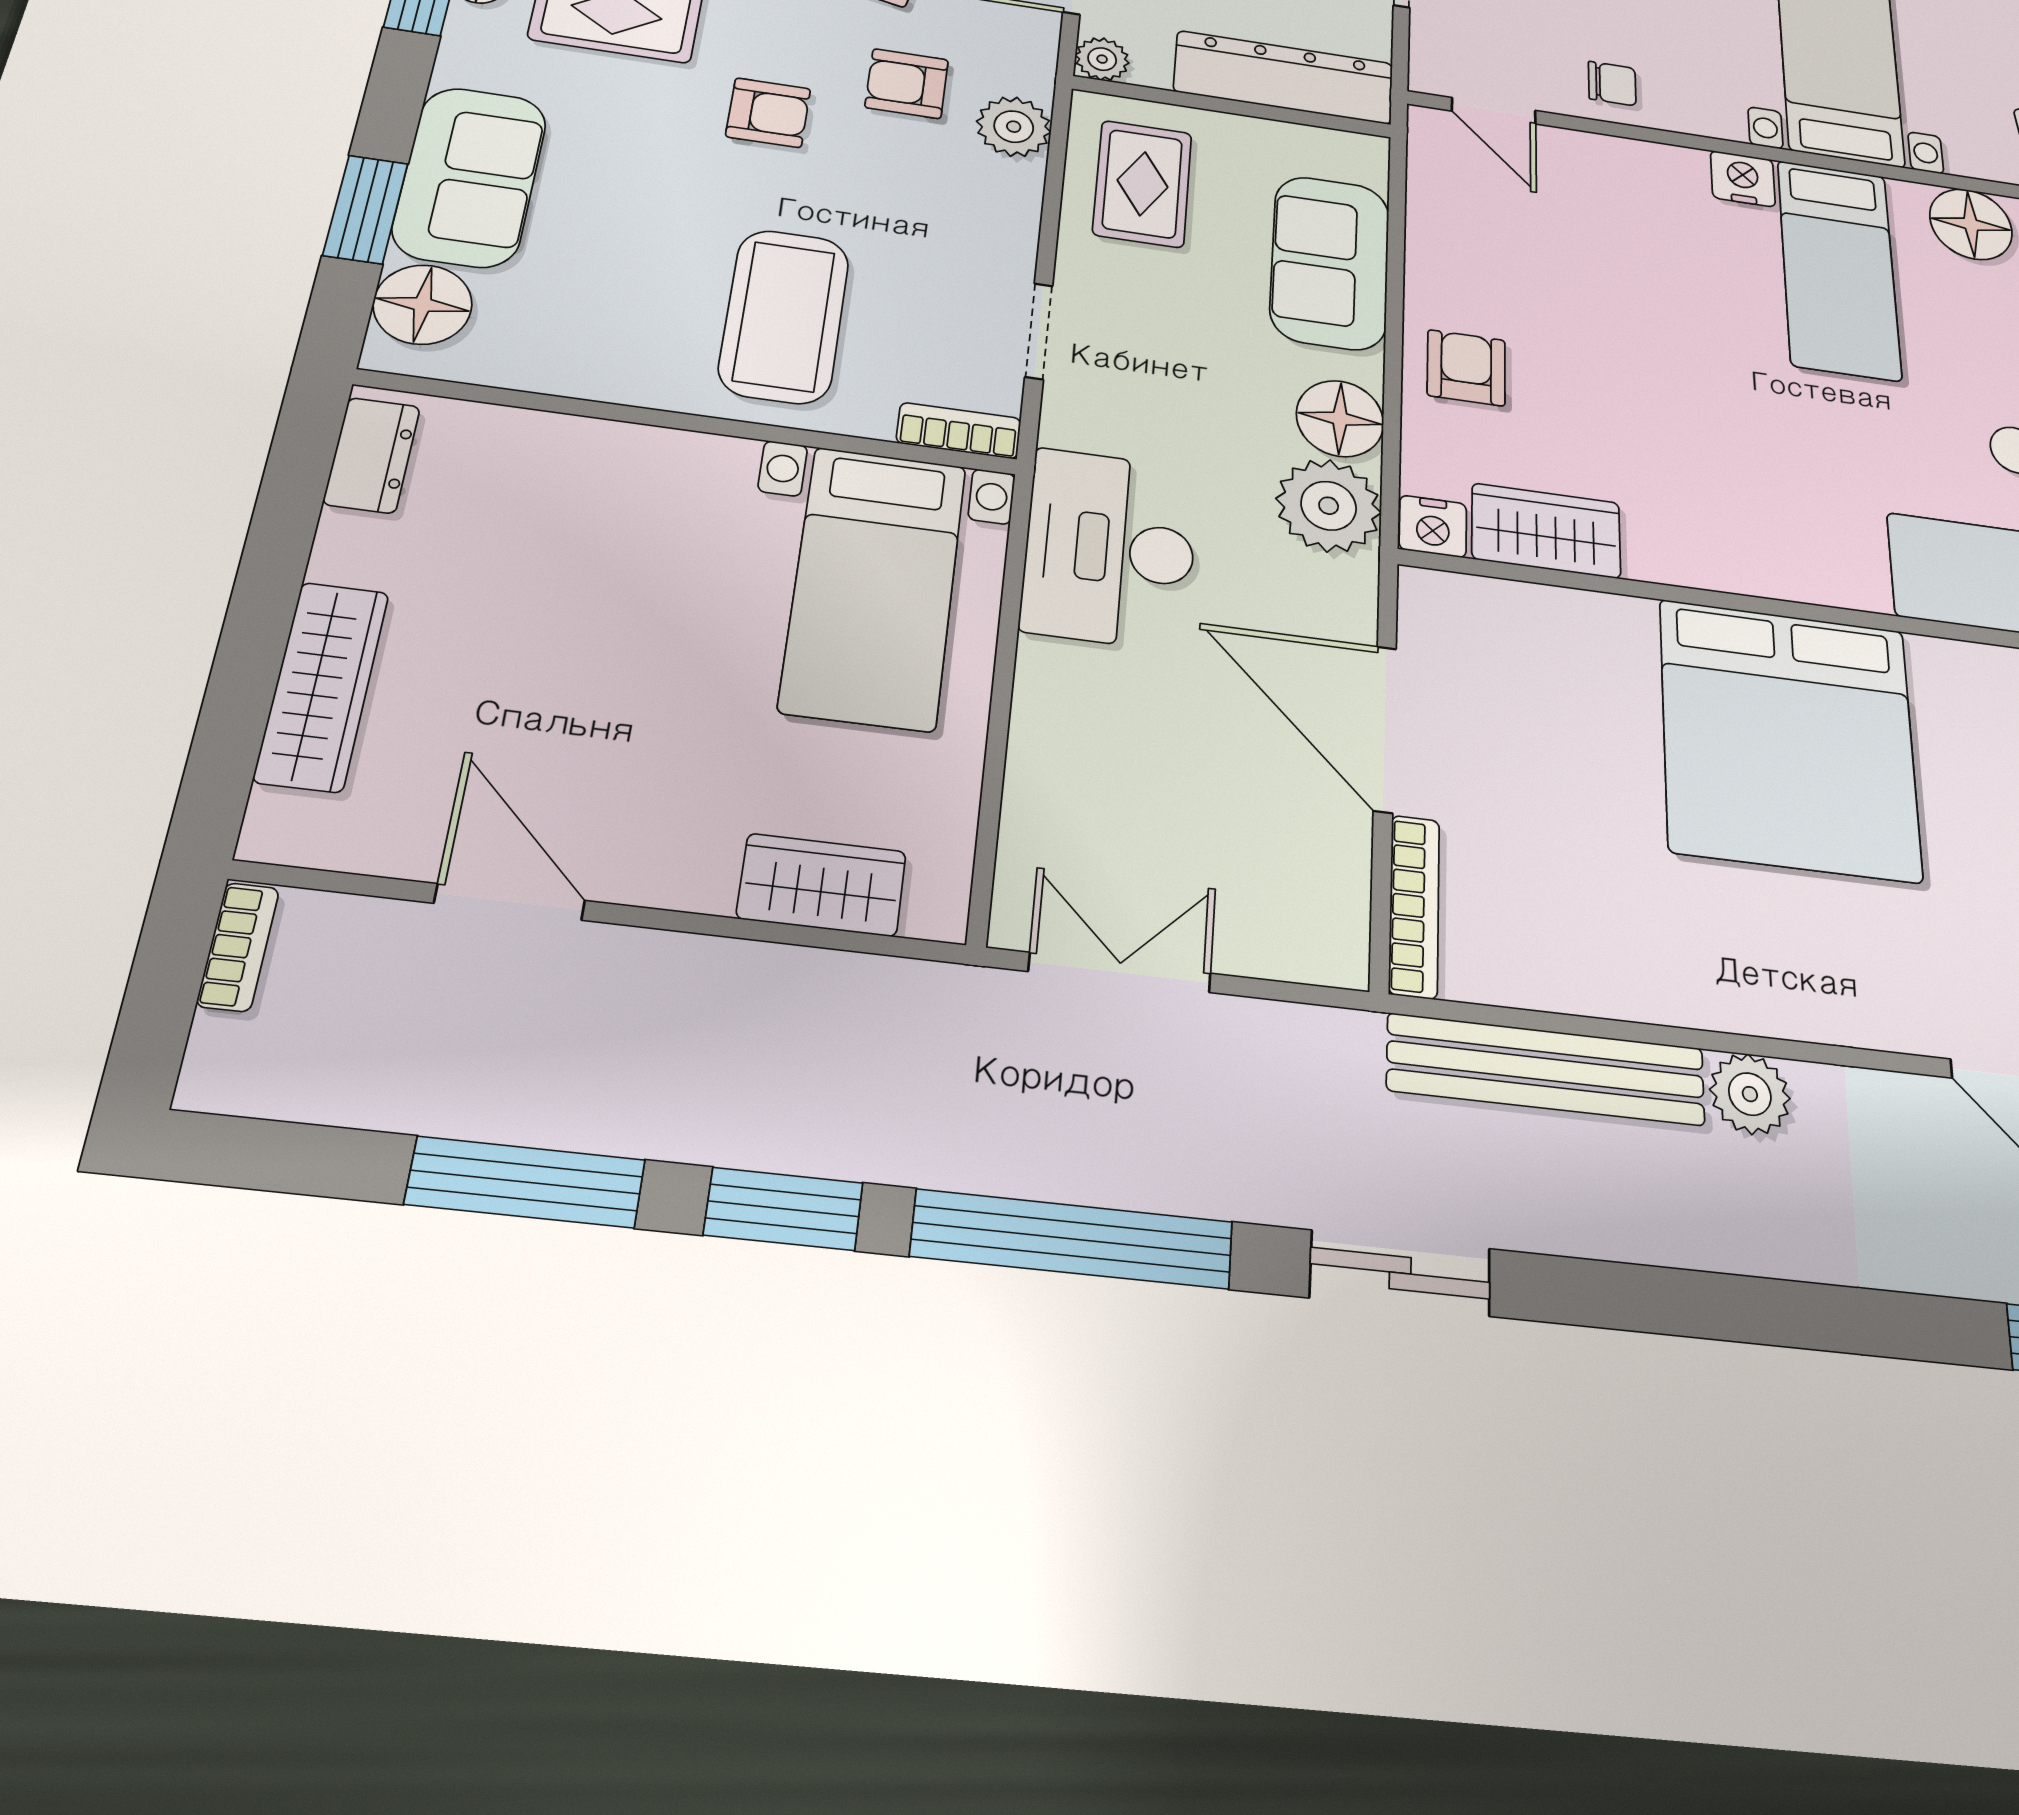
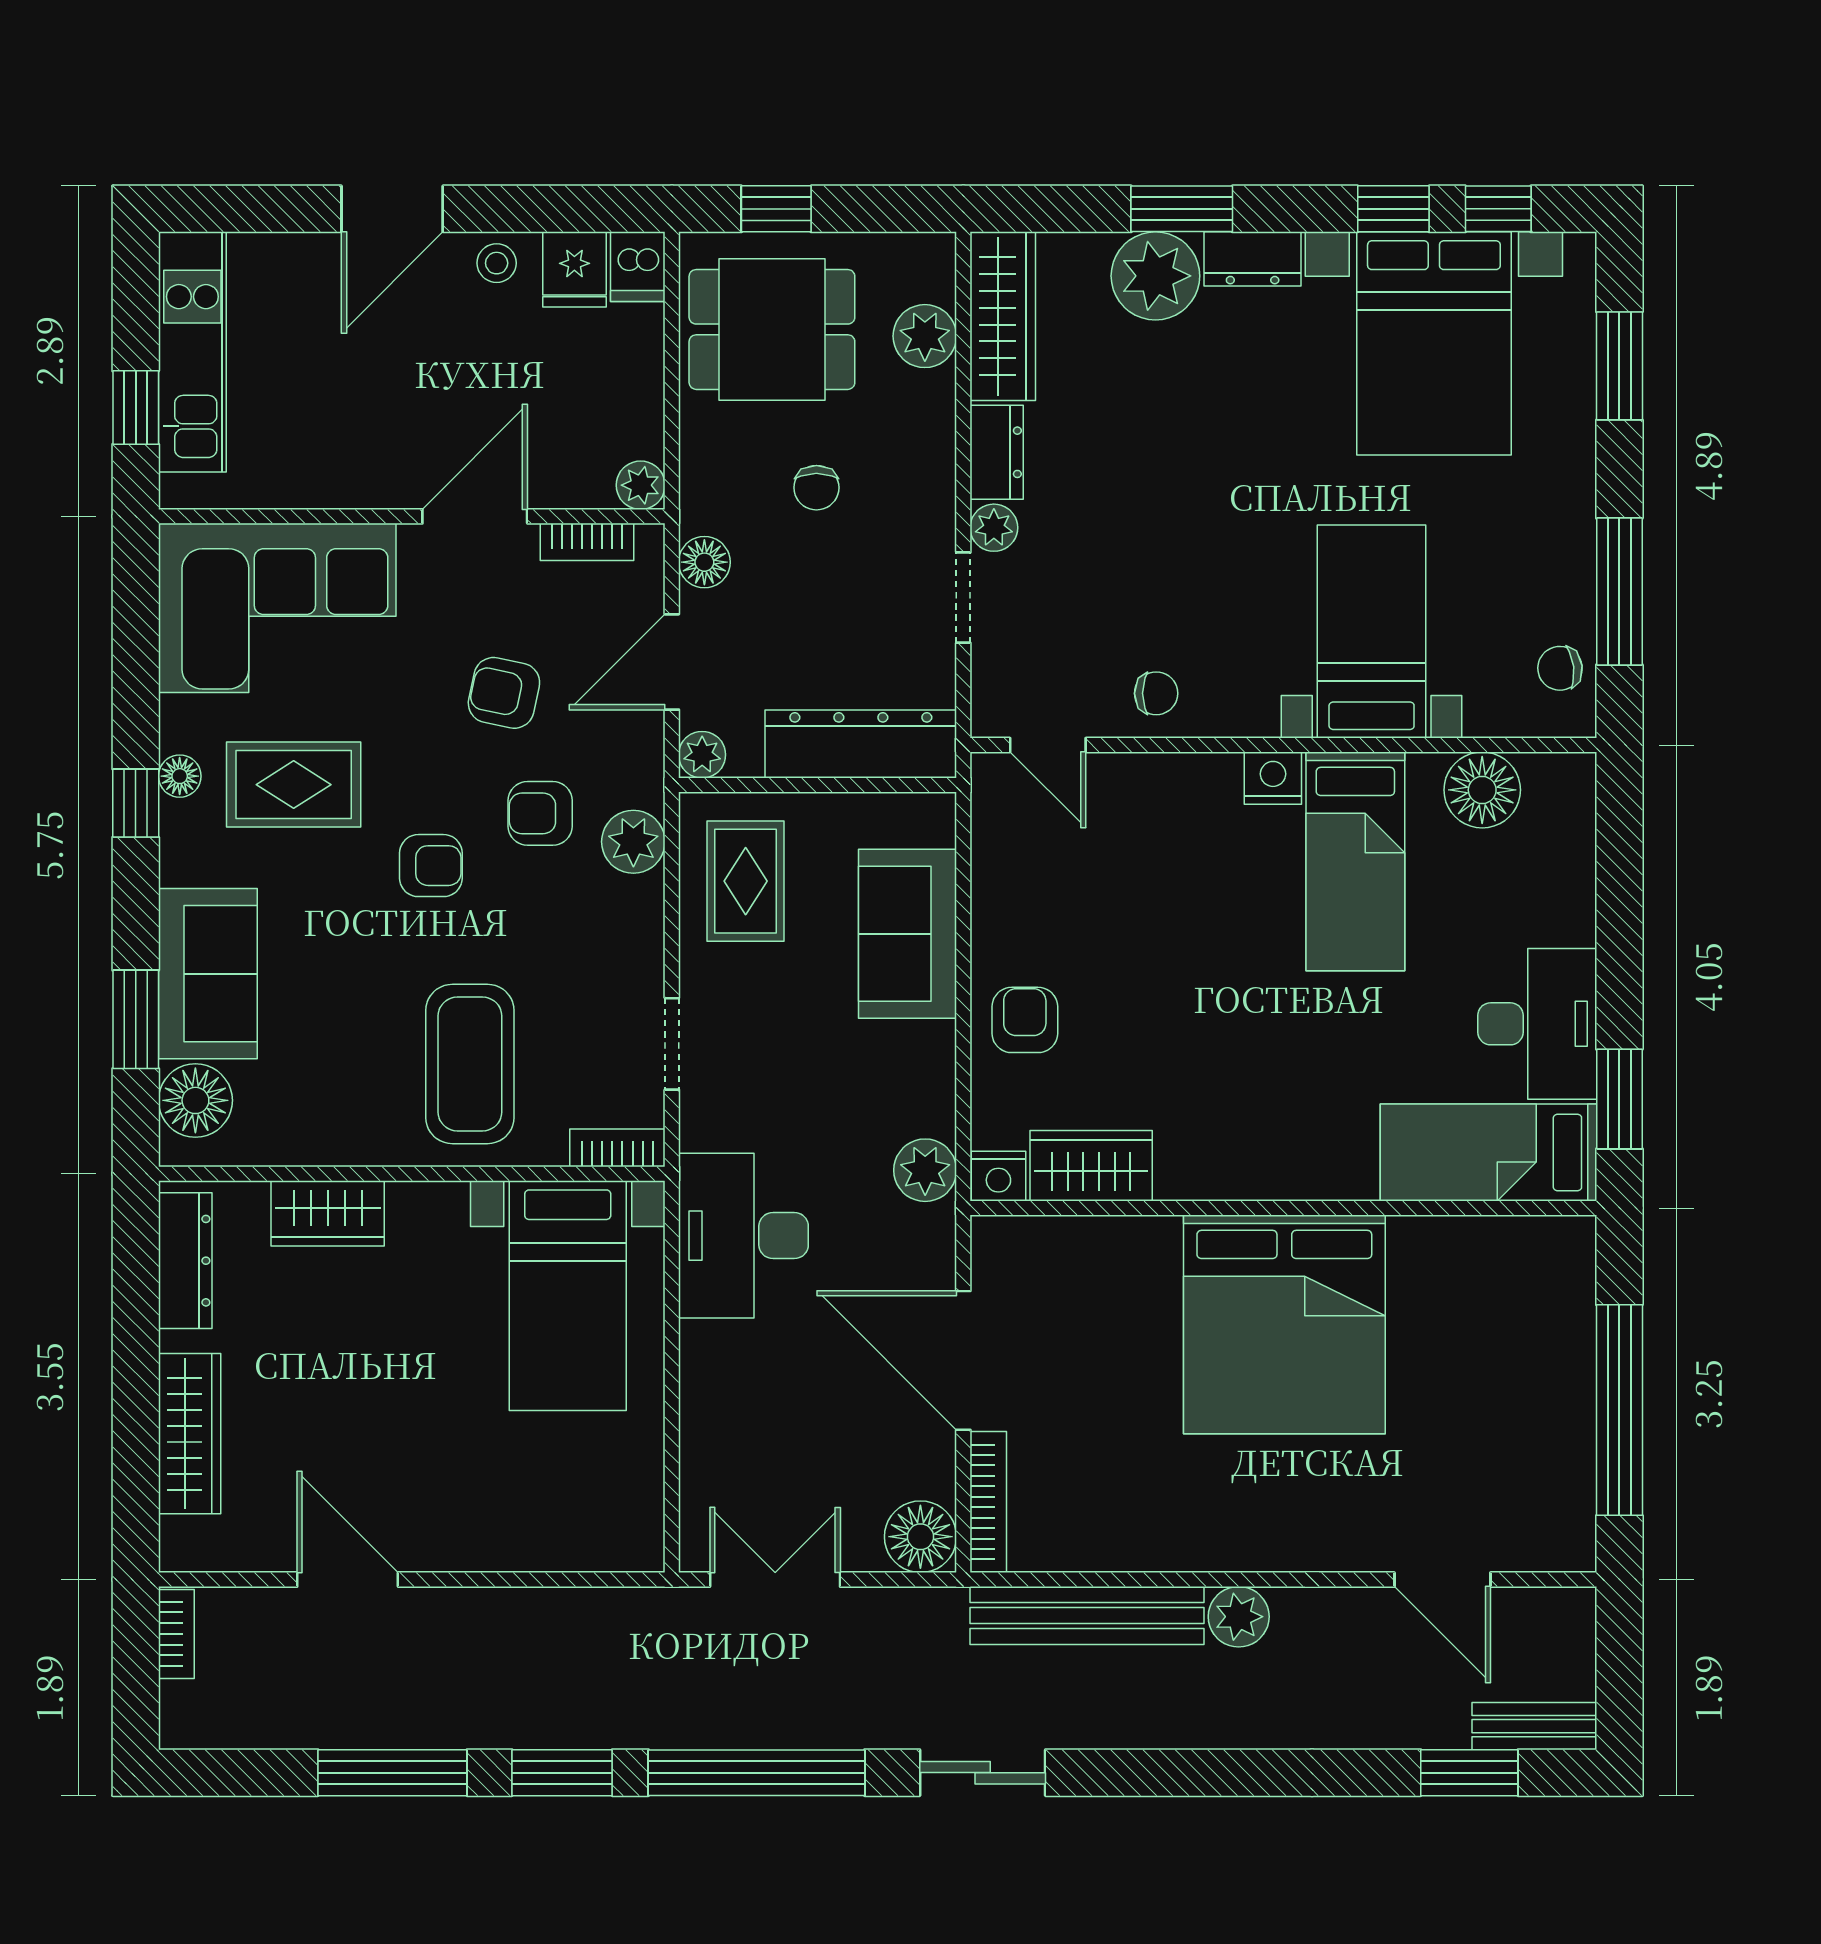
floor lamp: (1340, 419) -> (920, 1537), moved
dresser: (372, 455) -> (185, 1261), width x1.44
plant: (1329, 506) -> (925, 1170), width x0.73, depth x0.73
wardrobe: (822, 885) -> (328, 1213), moved, turned 180

